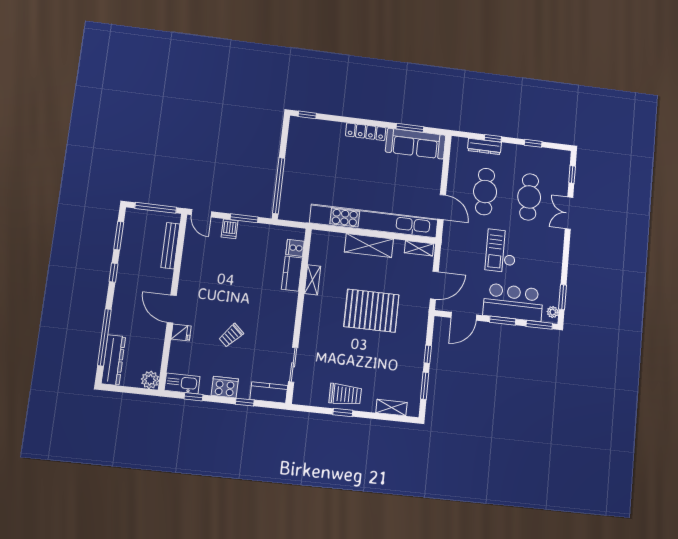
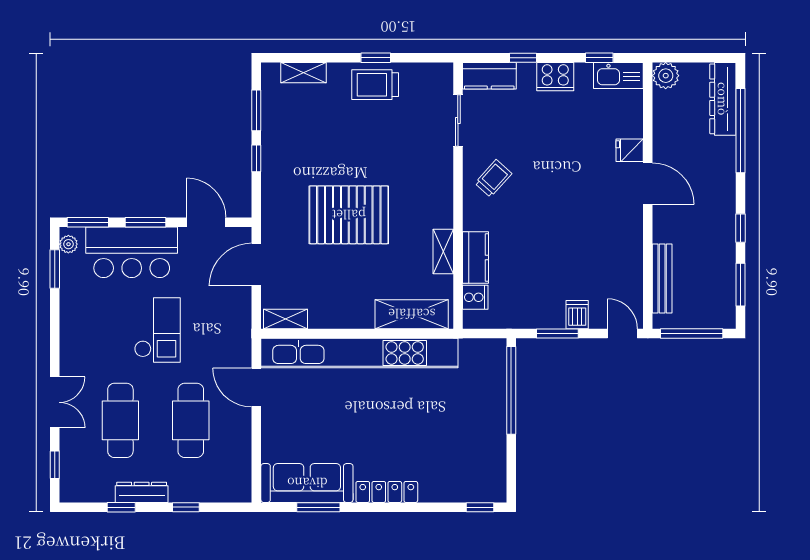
dresser: (484, 146) -> (142, 492), moved
shelving: (369, 245) -> (412, 314), moved
door: (464, 316) -> (206, 222), hinge flipped
trolley: (231, 335) -> (493, 178), moved

